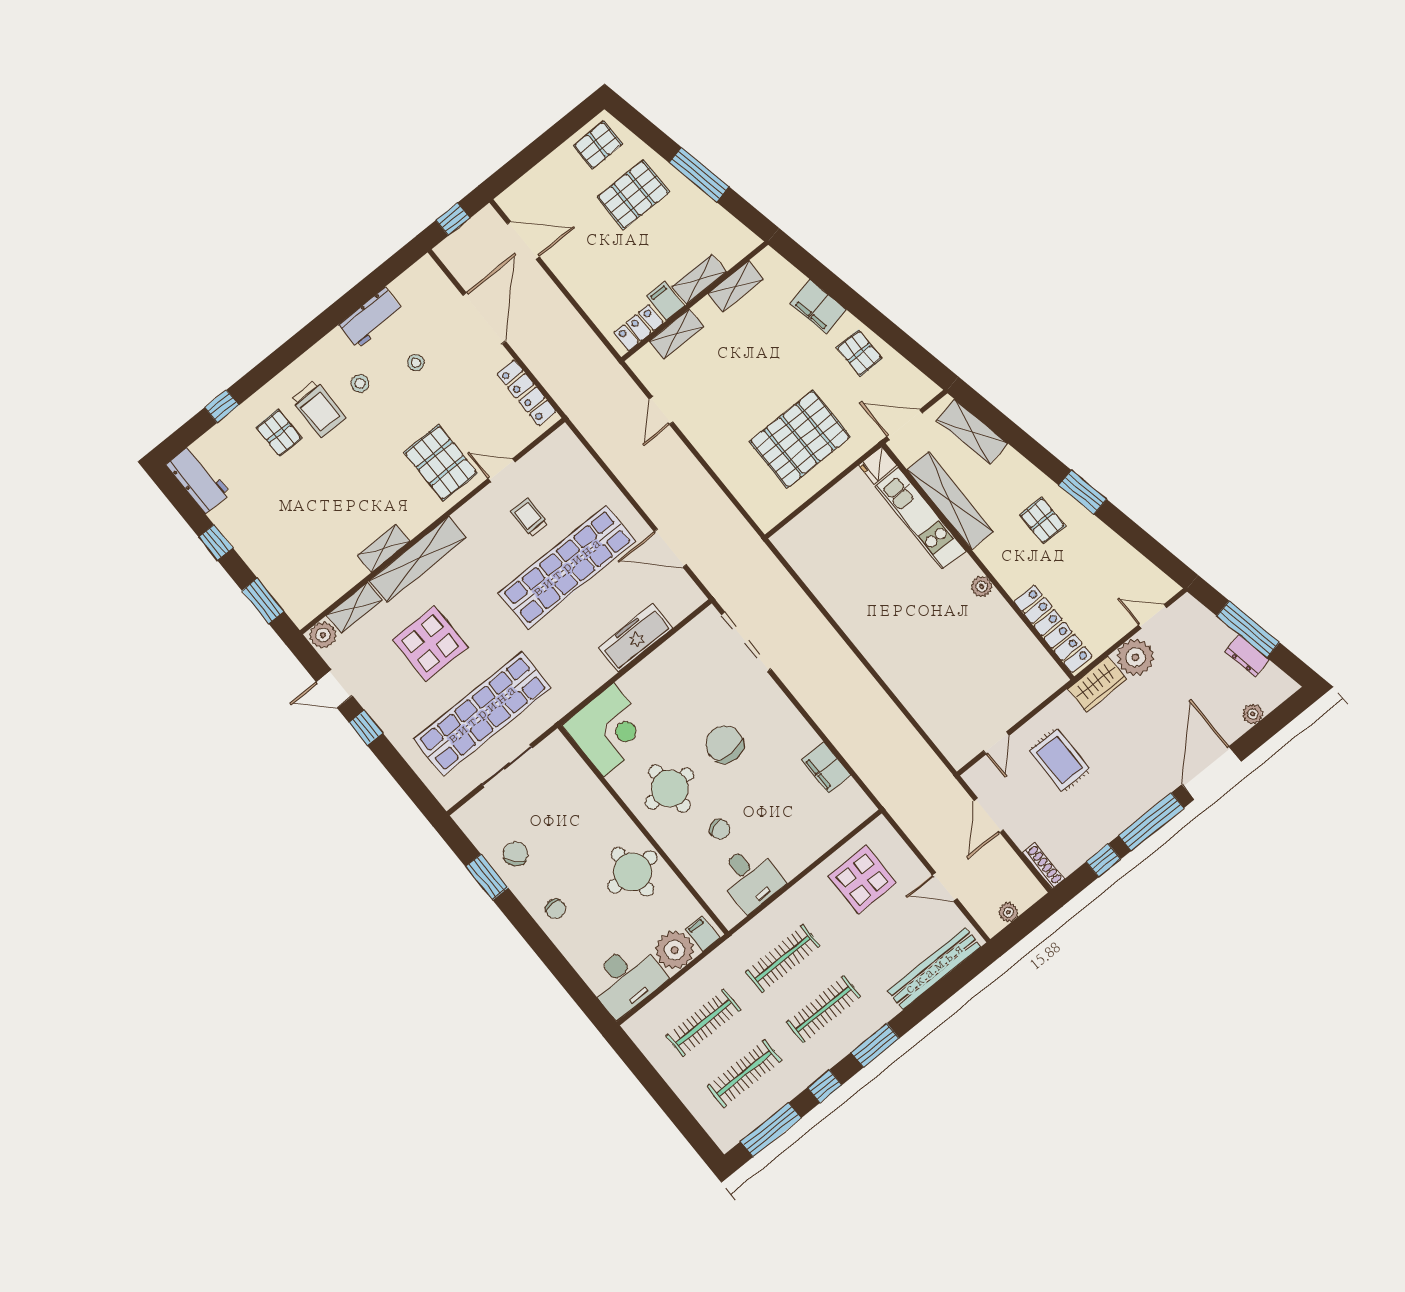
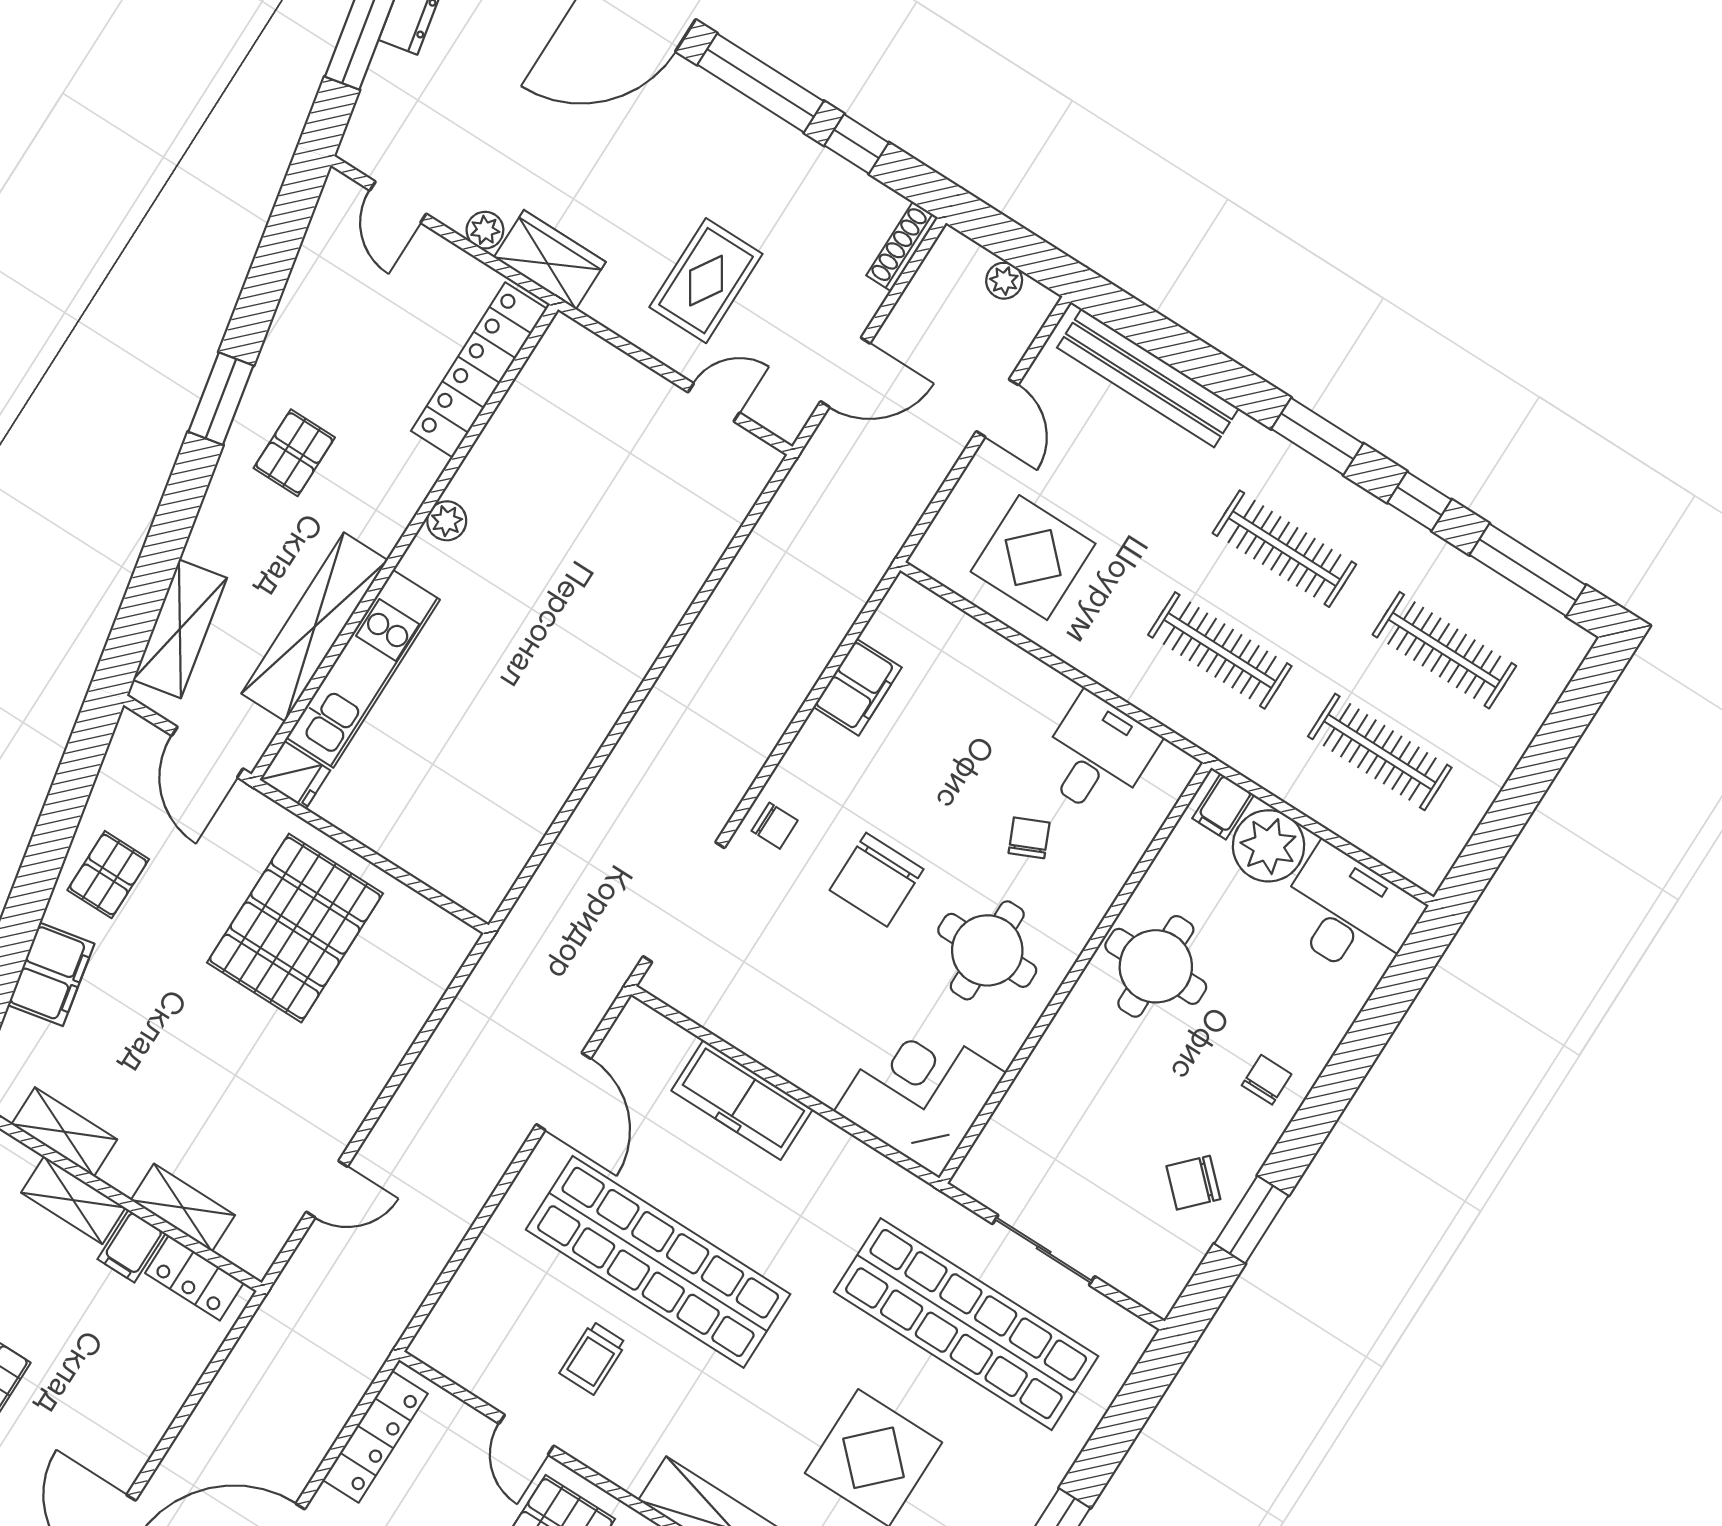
pallet: (800, 439) -> (295, 928), turned 90
plant: (1135, 657) -> (485, 230), width x0.53, depth x0.53
chair: (770, 701) -> (775, 826), added

